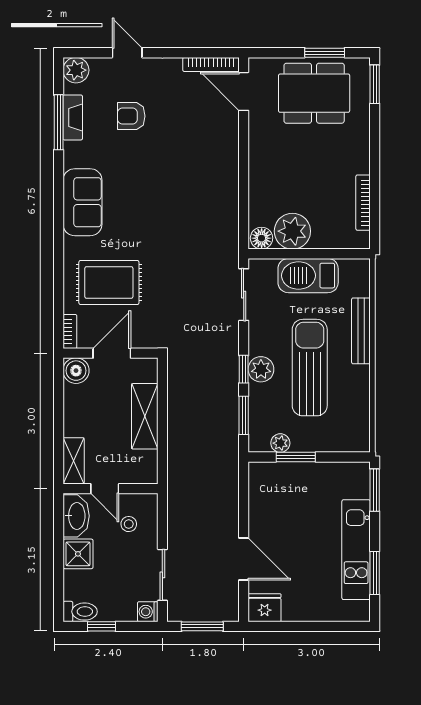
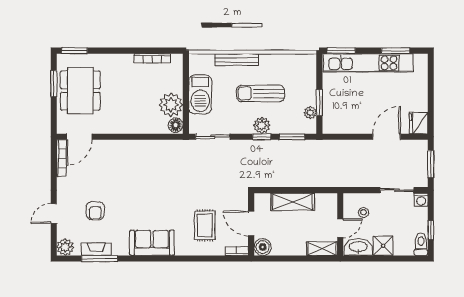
rug: (109, 282) -> (205, 225), width x0.73, depth x0.70
sun lounger: (310, 368) -> (261, 93), width x0.73, depth x0.75
kitchen unit: (356, 550) -> (368, 63), width x1.36

